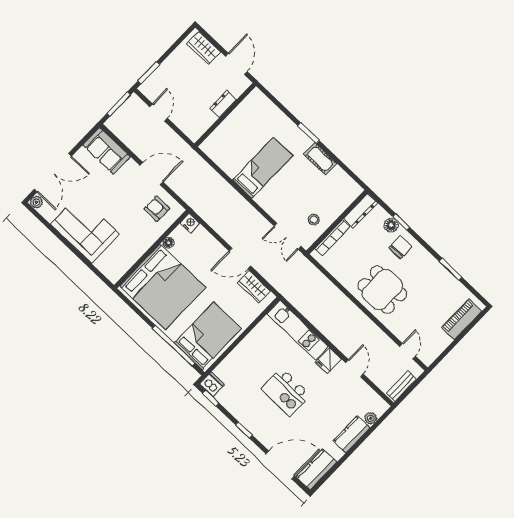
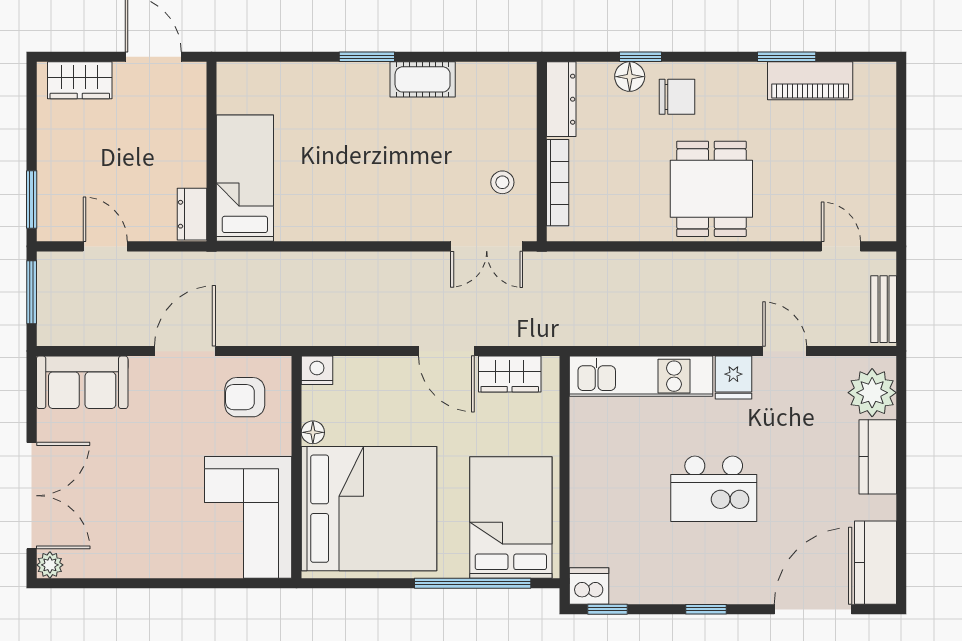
dresser: (223, 104) -> (192, 214), moved
bed: (263, 168) -> (245, 178), moved
corner sofa: (85, 229) -> (248, 517), moved, turned -90
chair: (400, 247) -> (677, 97), turned 90
door: (240, 259) -> (446, 351), hinge flipped
dining table: (382, 290) -> (711, 189), turned 90
piano: (462, 319) -> (810, 81), moved, turned -90
plant: (371, 418) -> (872, 393), width x1.87, depth x1.87

